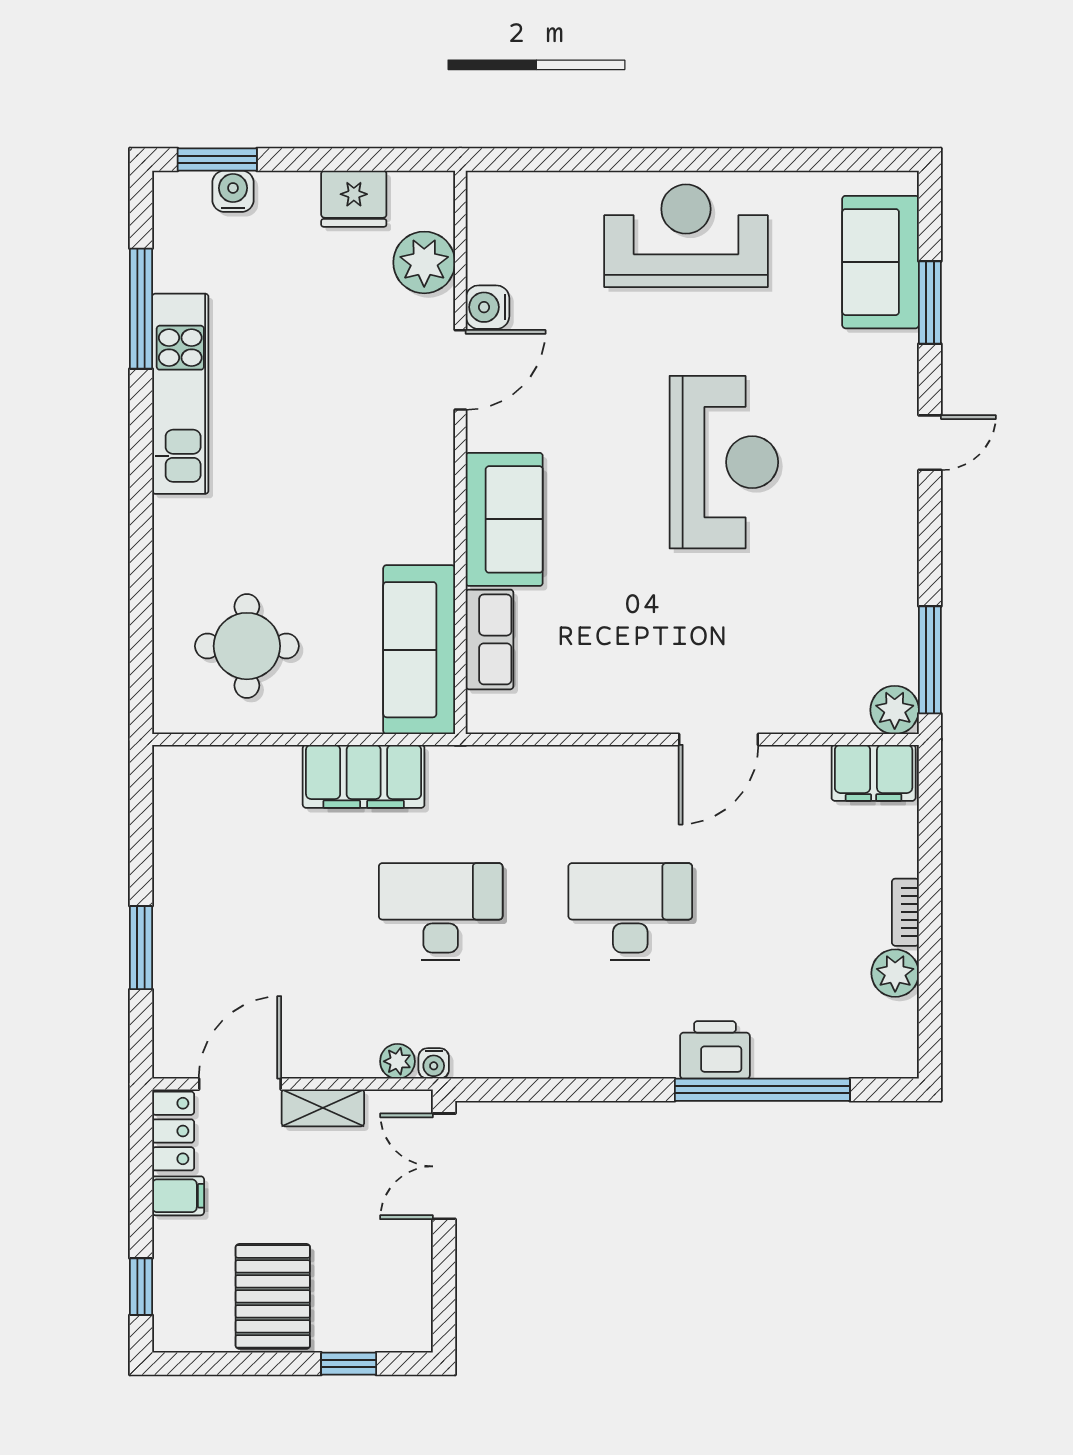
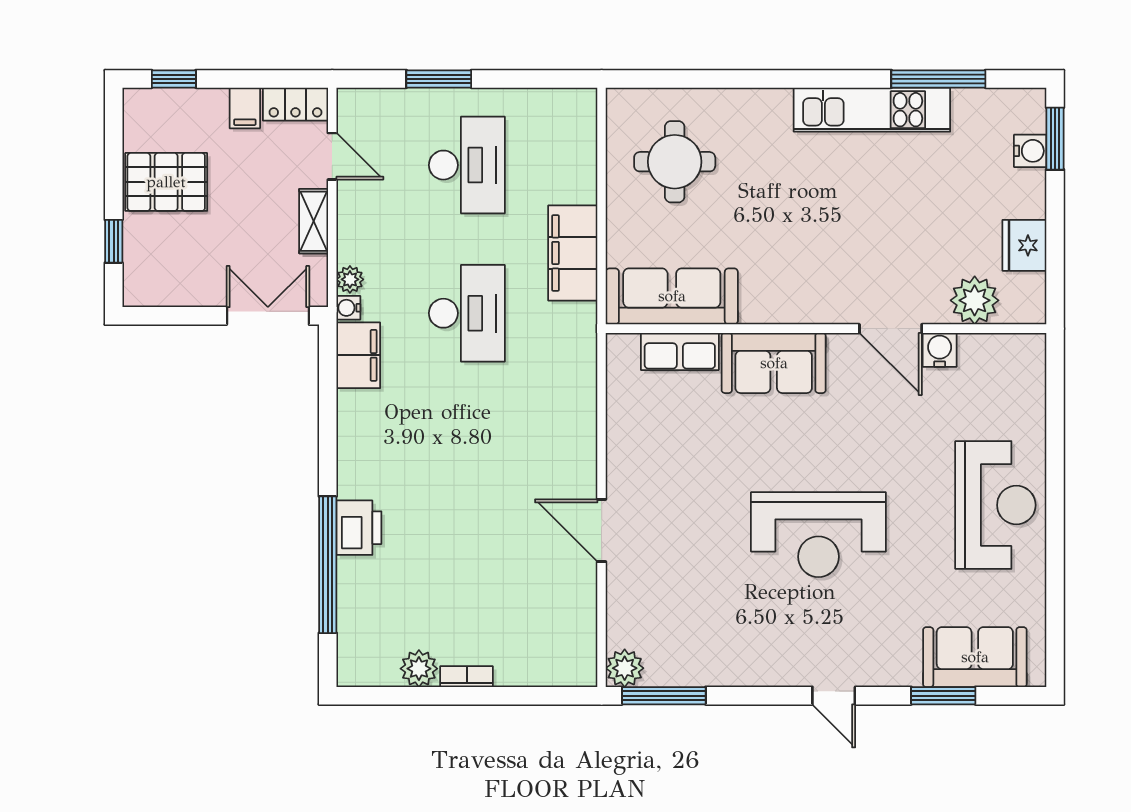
filing cabinet: (874, 773) -> (358, 355), moved, turned 180
desk: (630, 912) -> (467, 165), moved
door: (240, 1084) -> (332, 156), width x0.73

